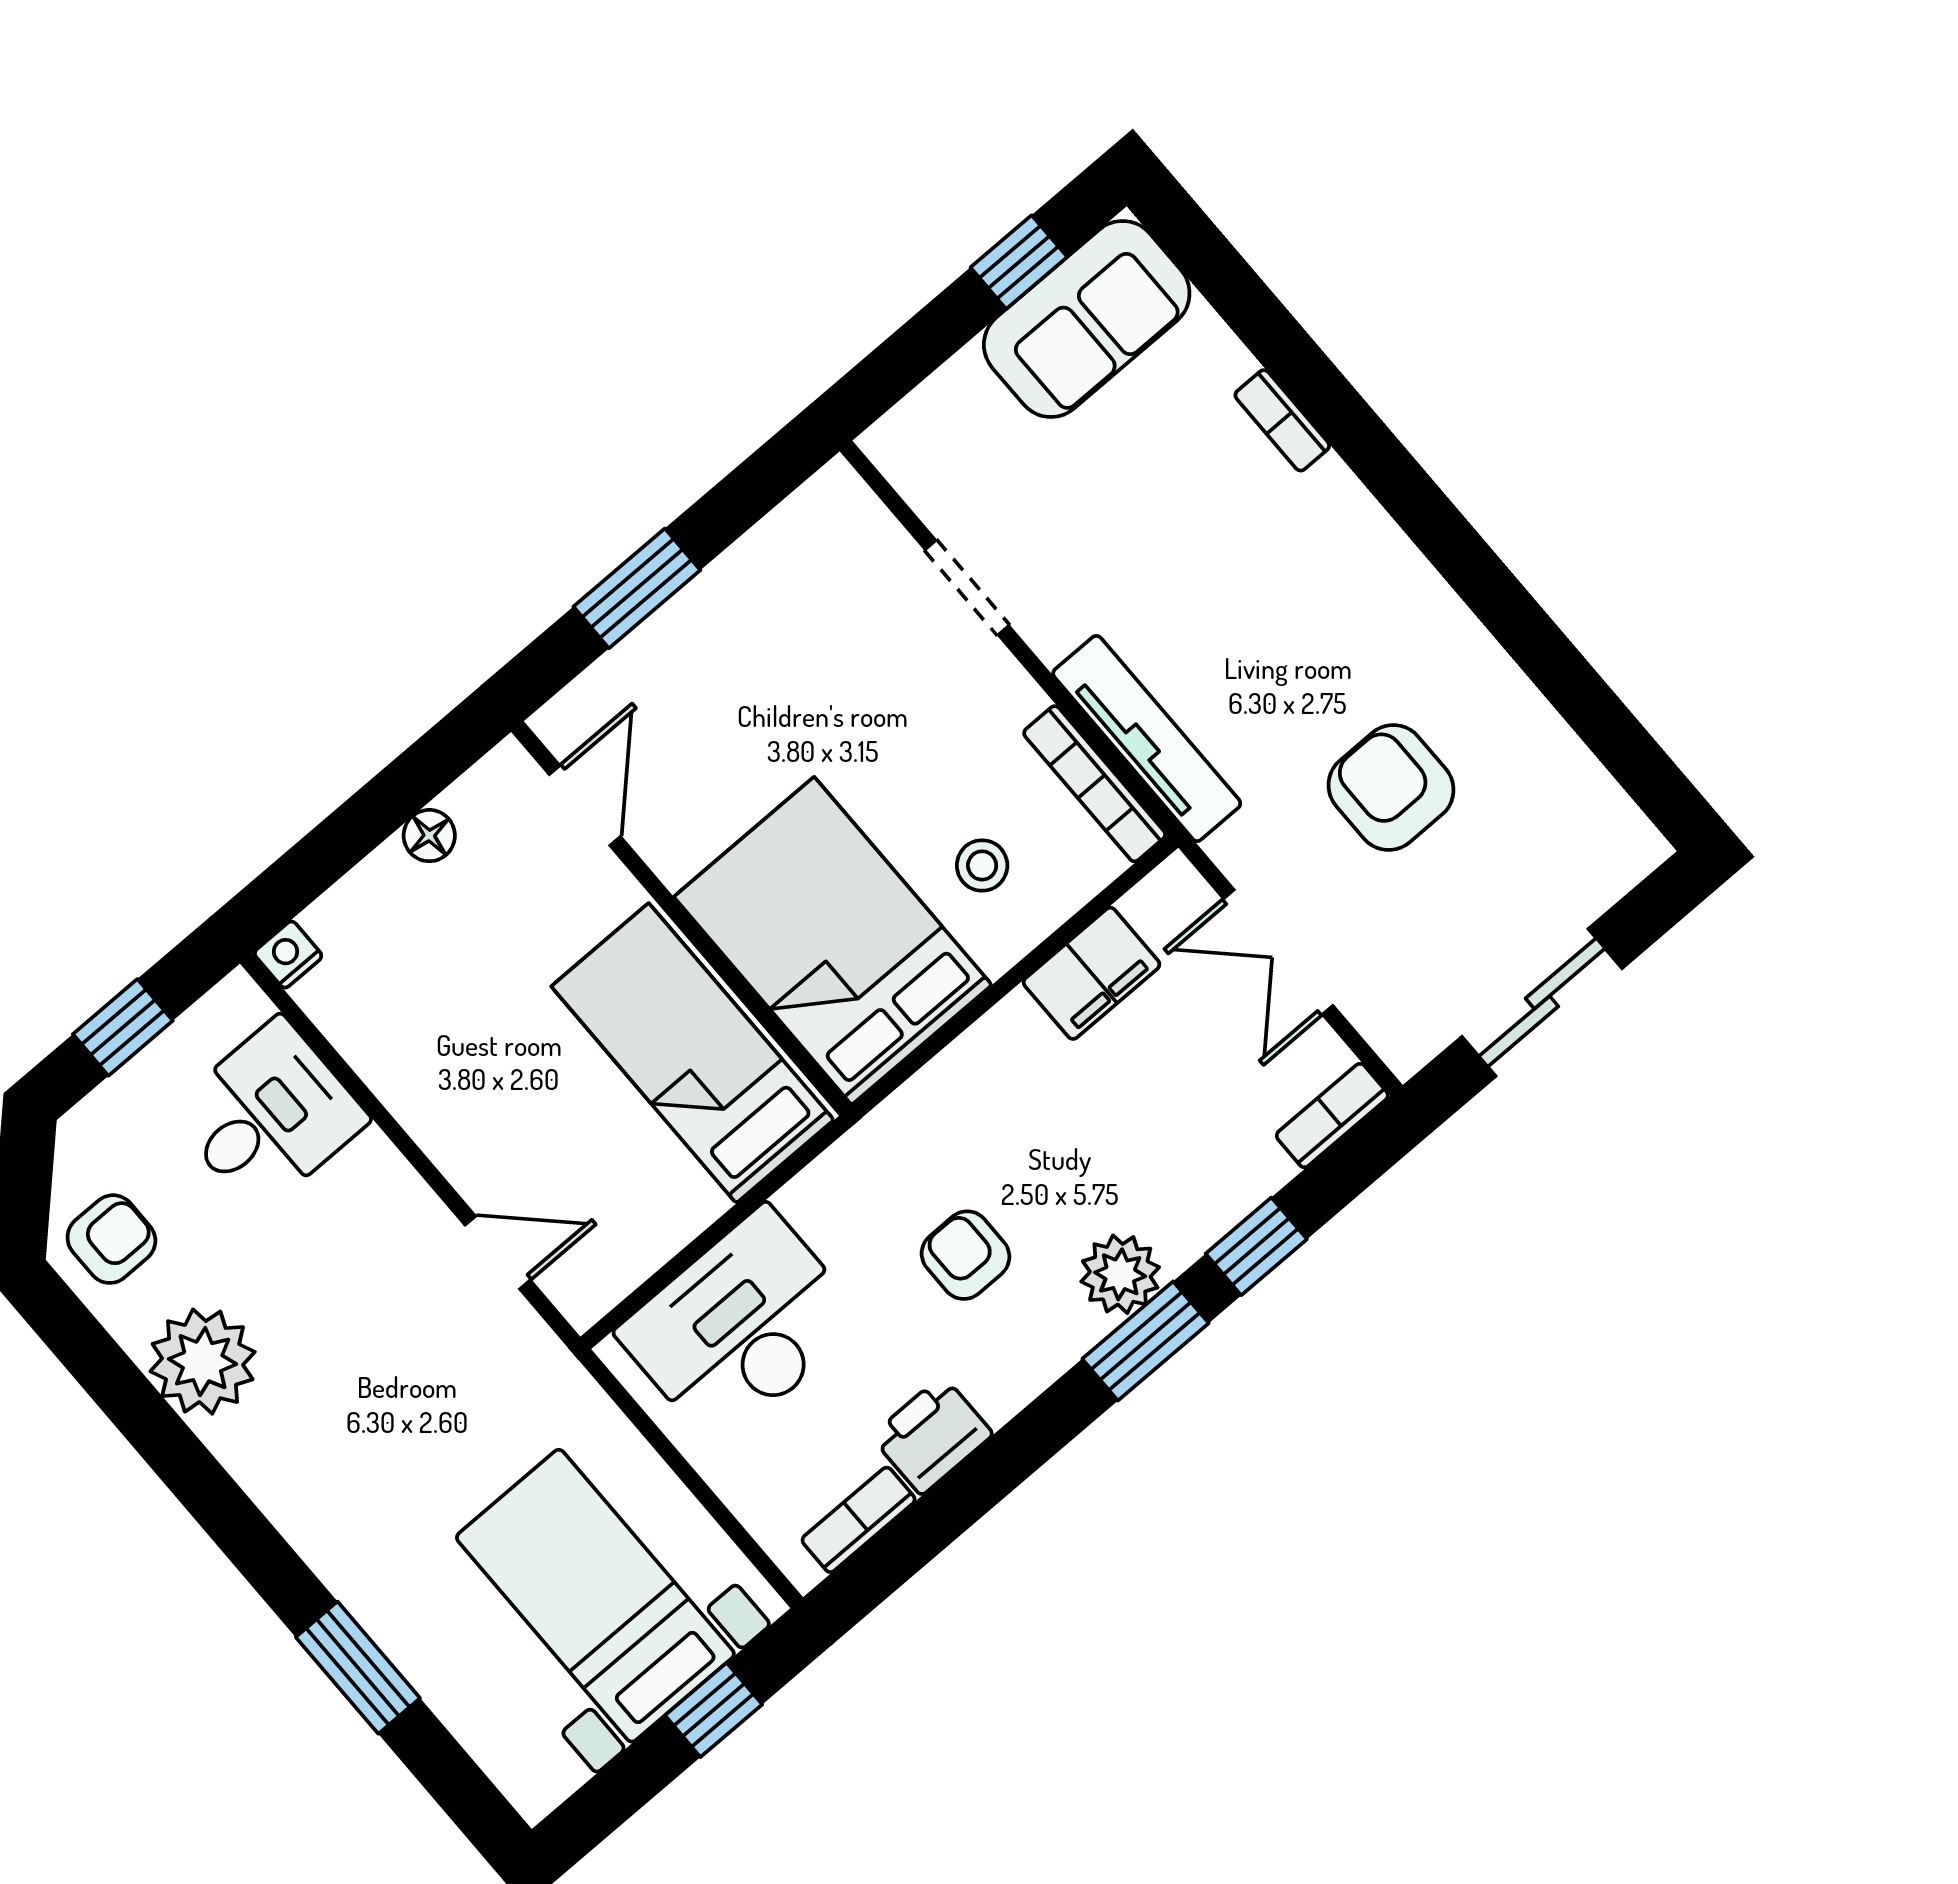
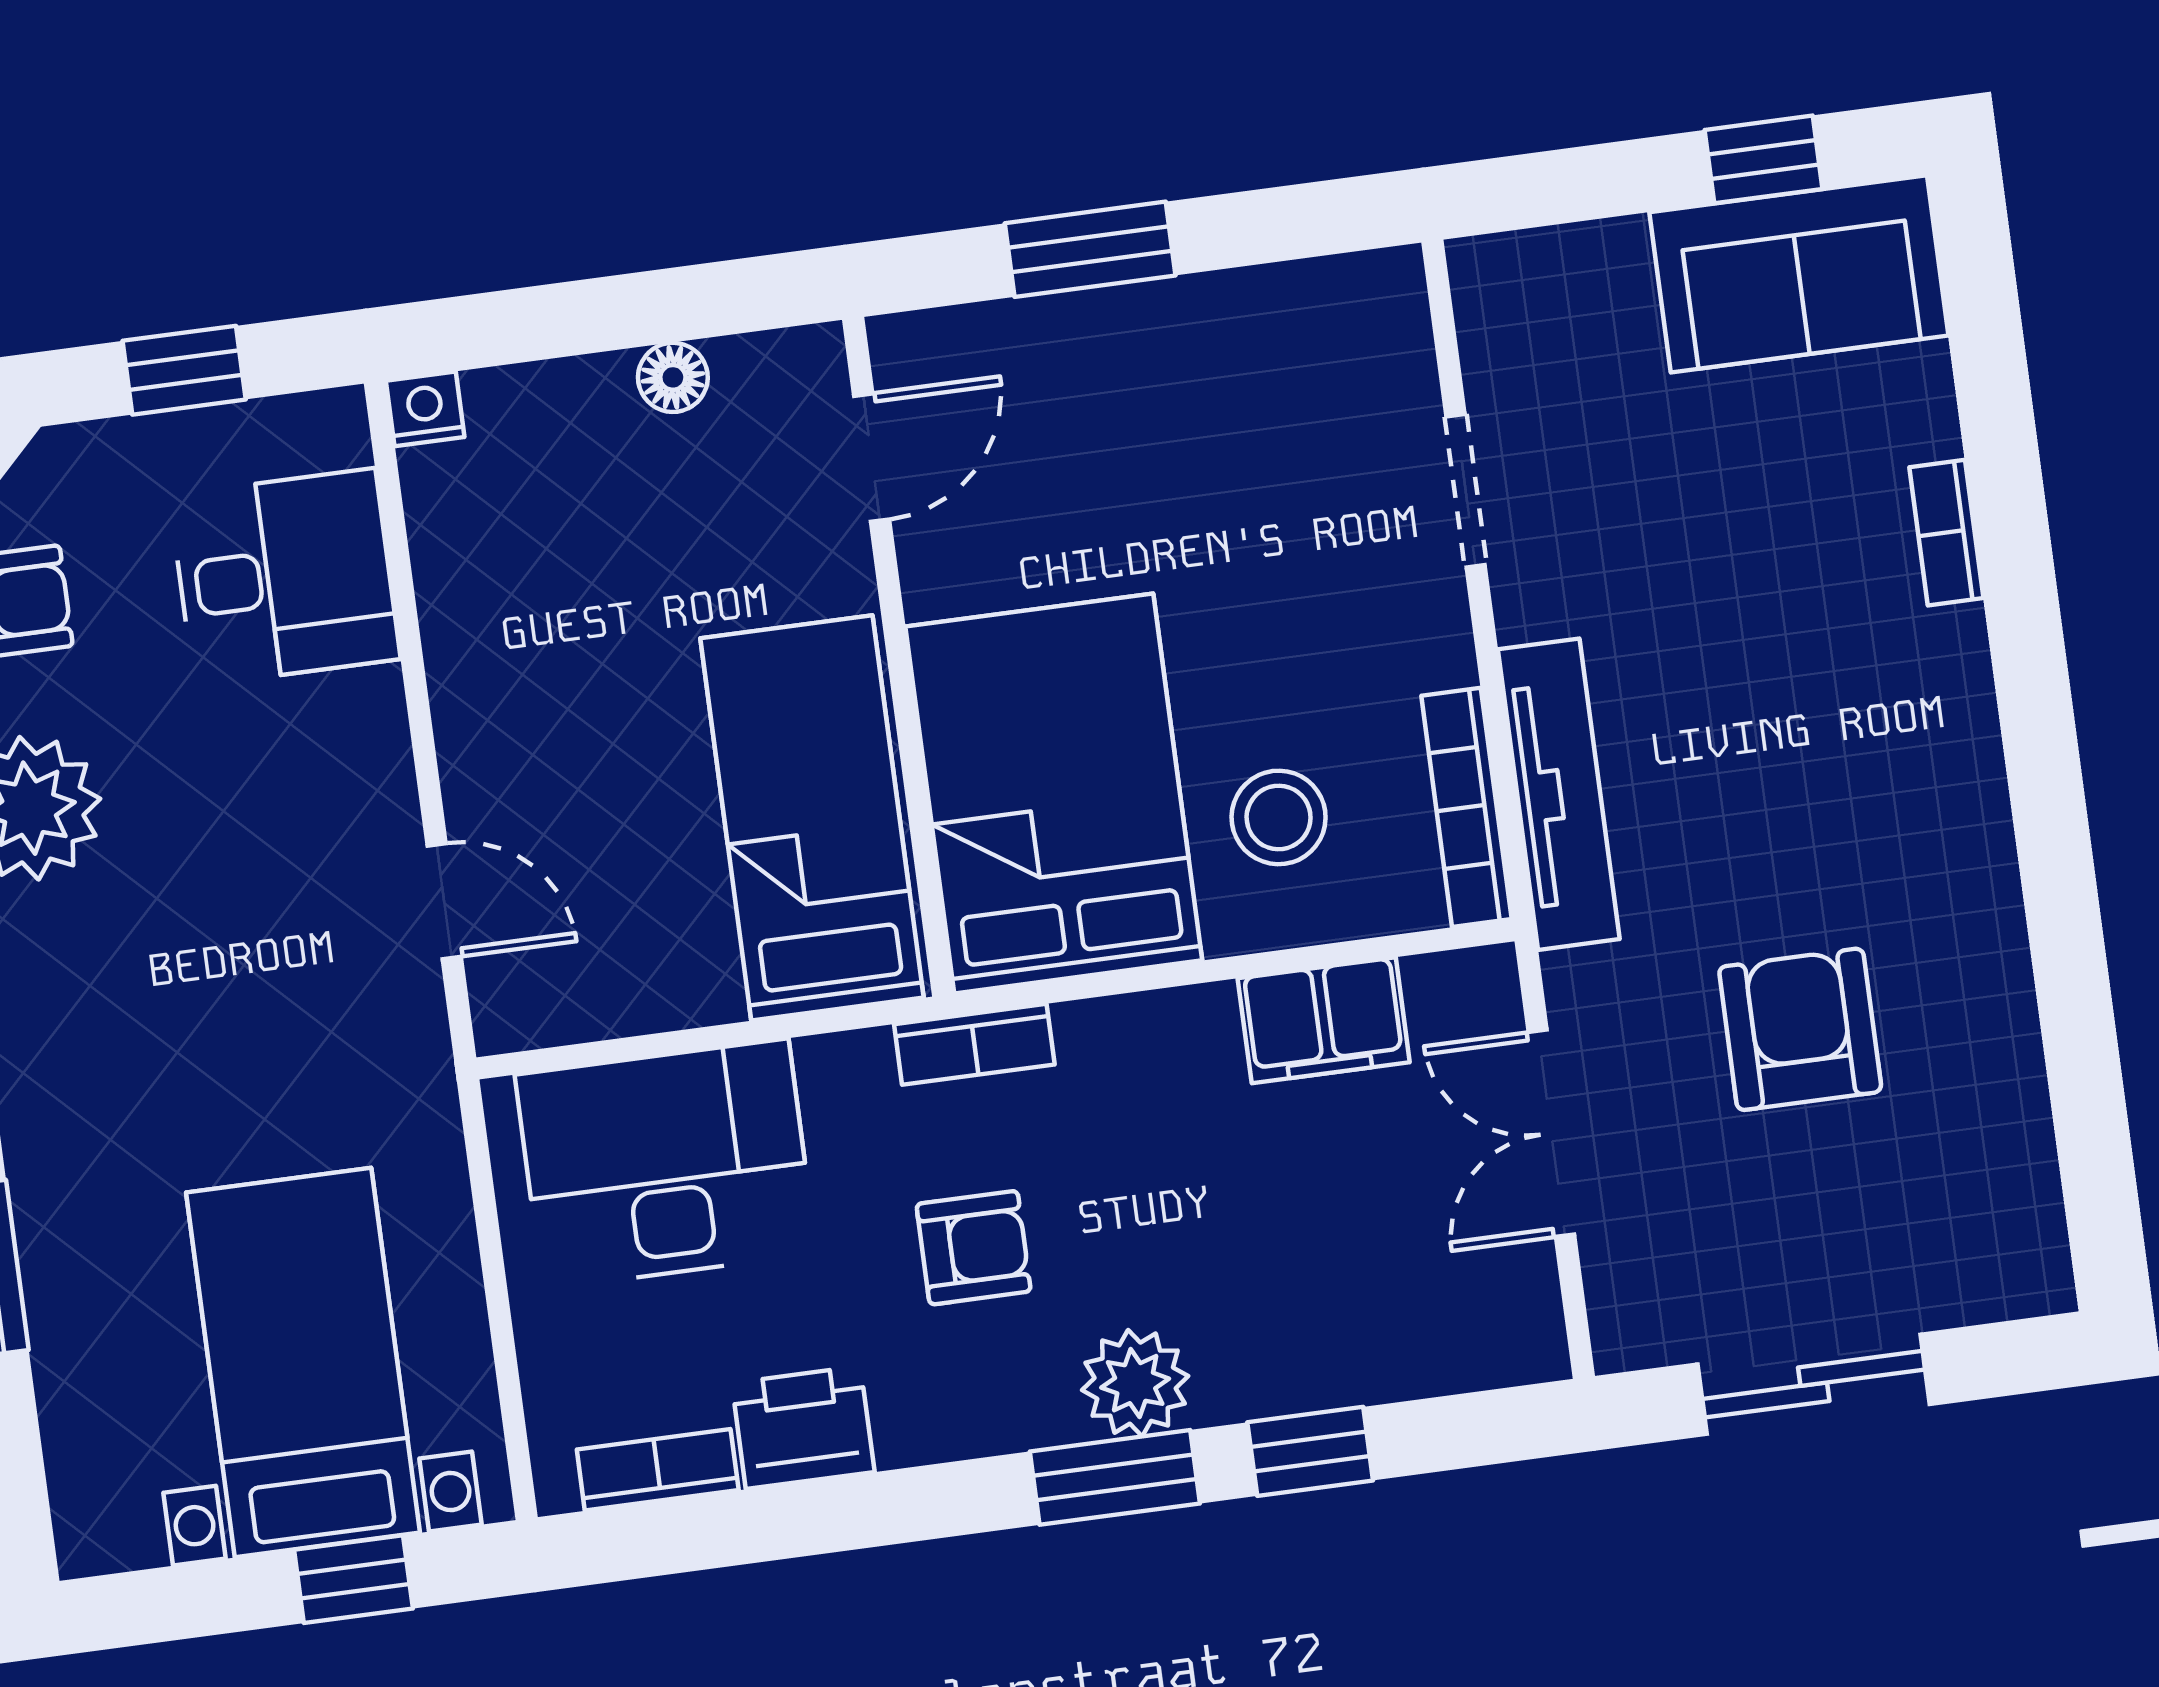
stool: (982, 865) -> (1279, 817), width x1.37, depth x1.37
bookcase: (1332, 1115) -> (974, 1044), moved, turned 180
armchair: (965, 1255) -> (974, 1248), turned 90

